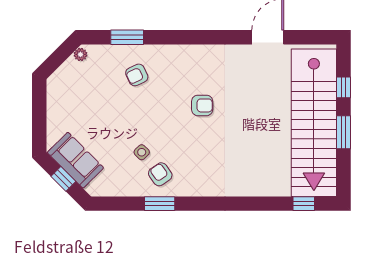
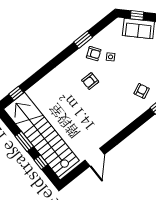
armchair: (202, 105) -> (90, 81), moved

